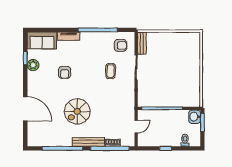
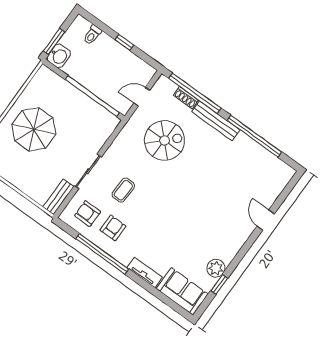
parasol: (180, 69) -> (34, 129), added
armchair: (65, 72) -> (113, 228), moved
door: (25, 109) -> (266, 220), width x0.53
spiral stairs: (77, 111) -> (164, 140), moved

